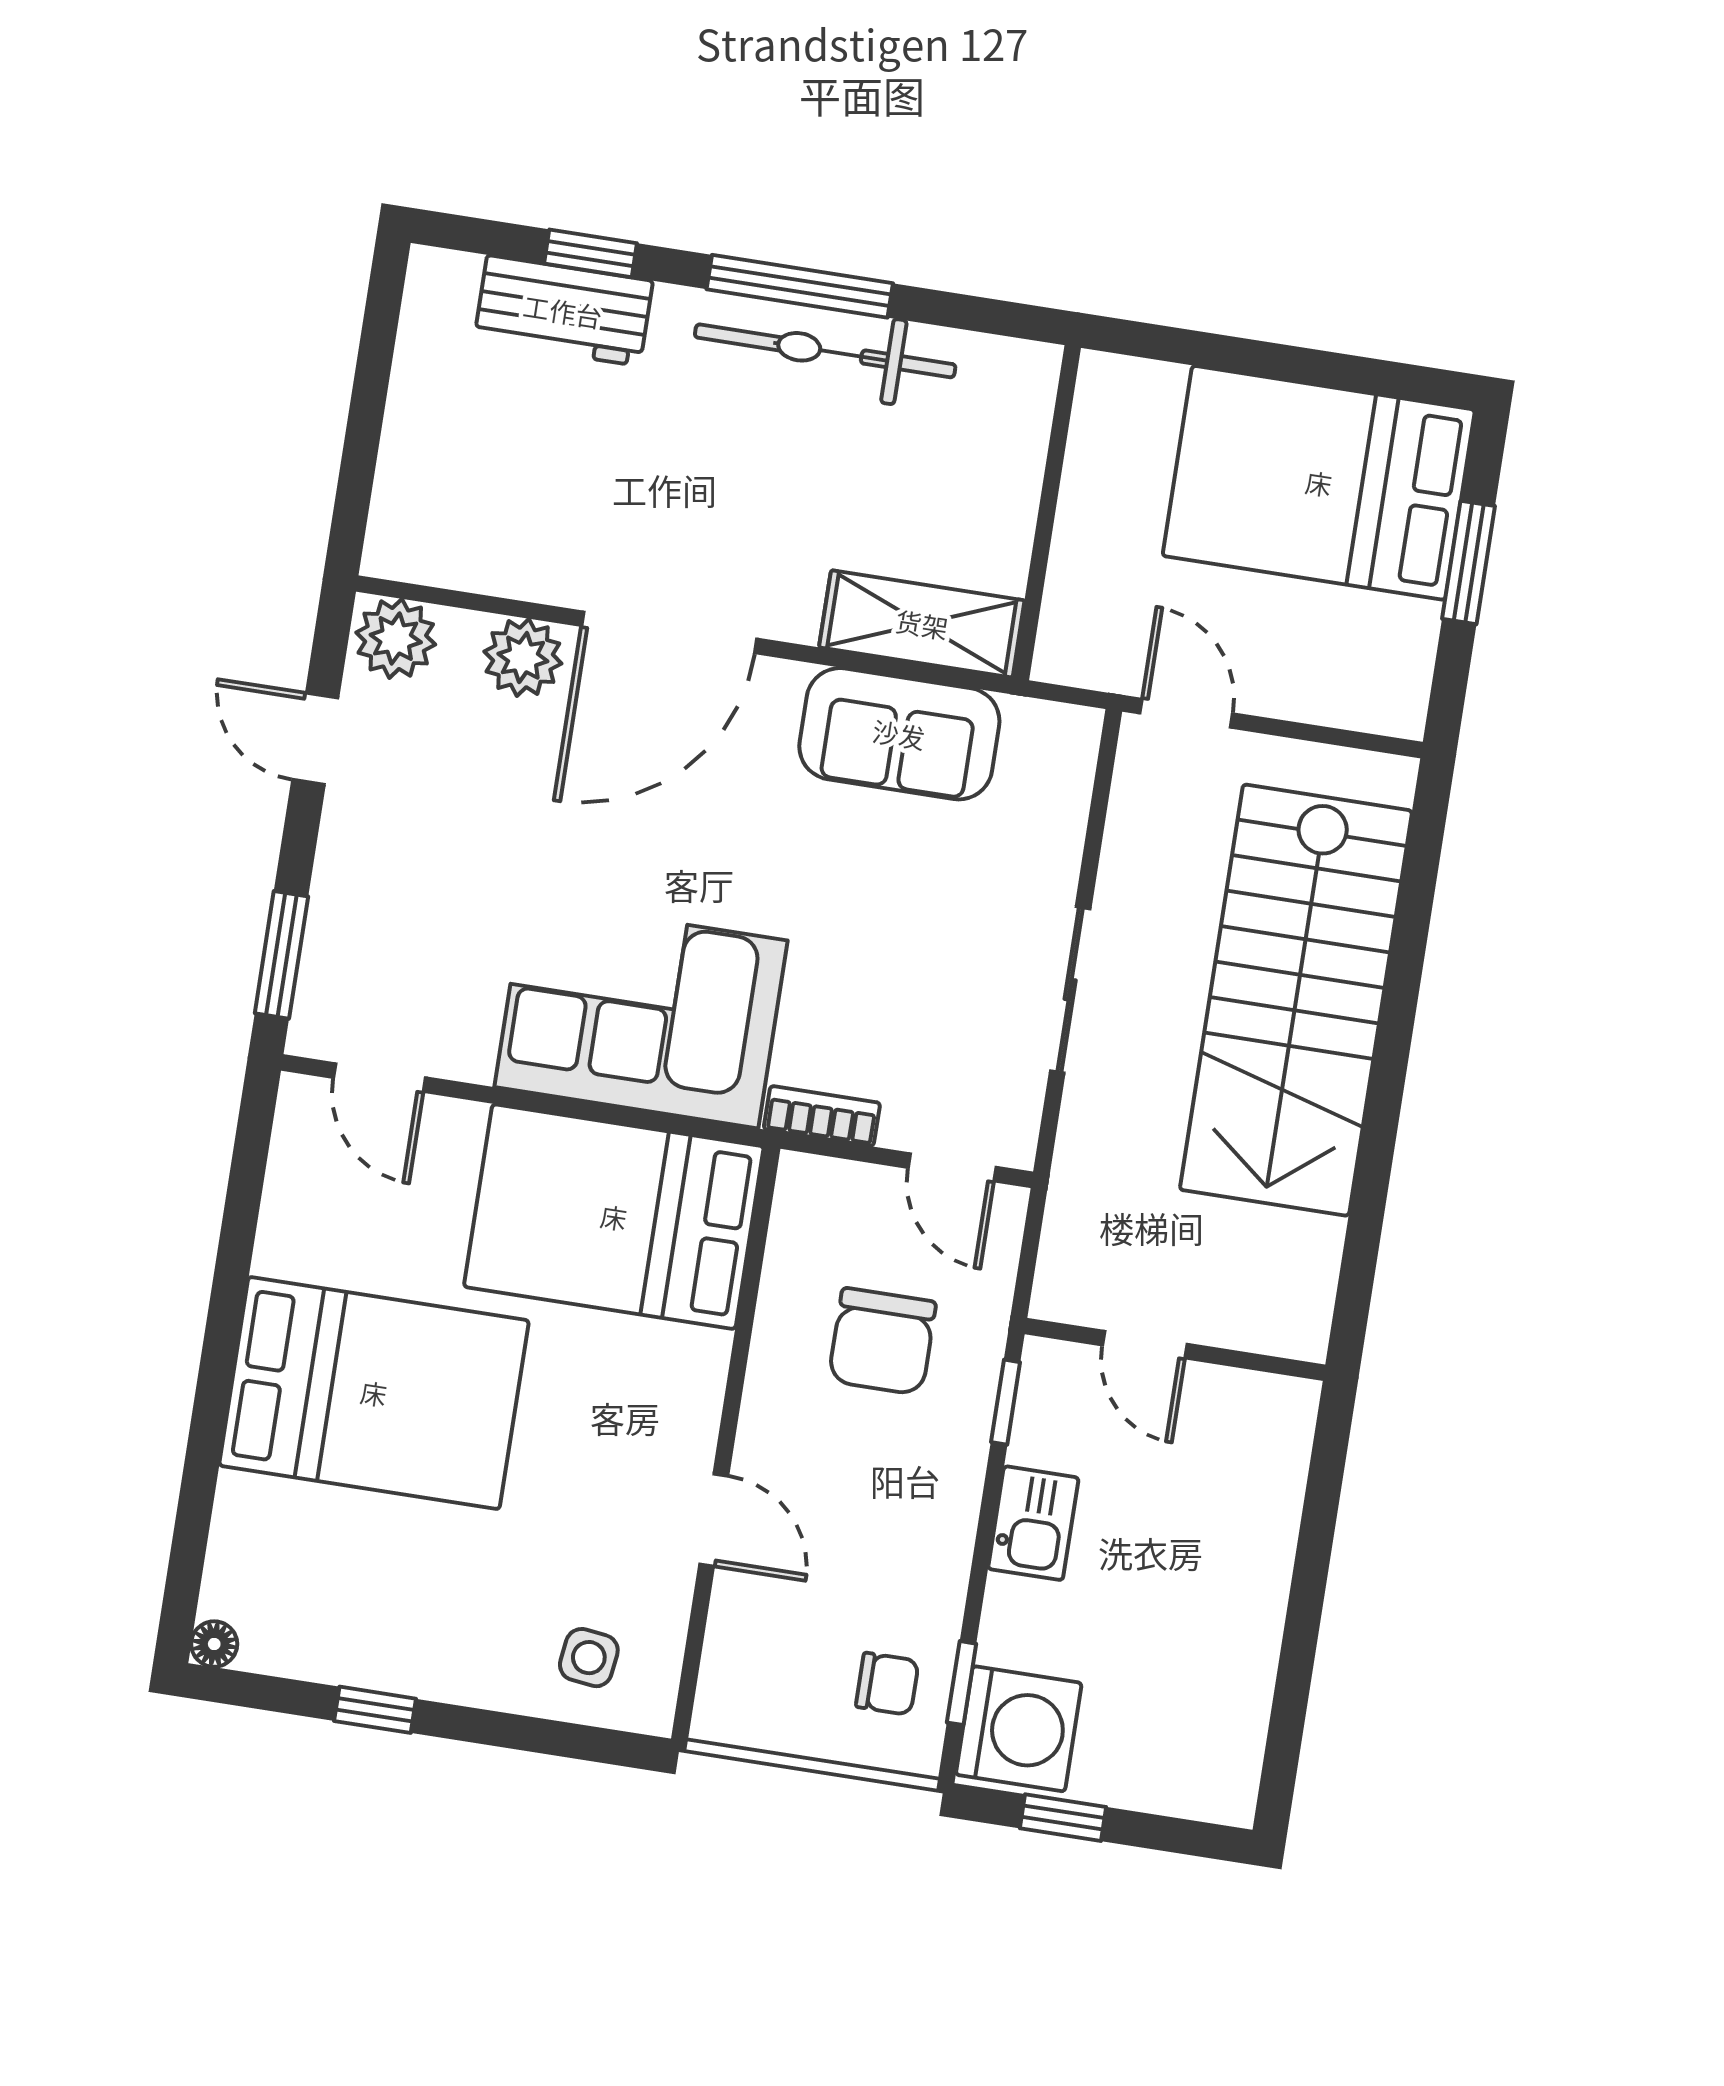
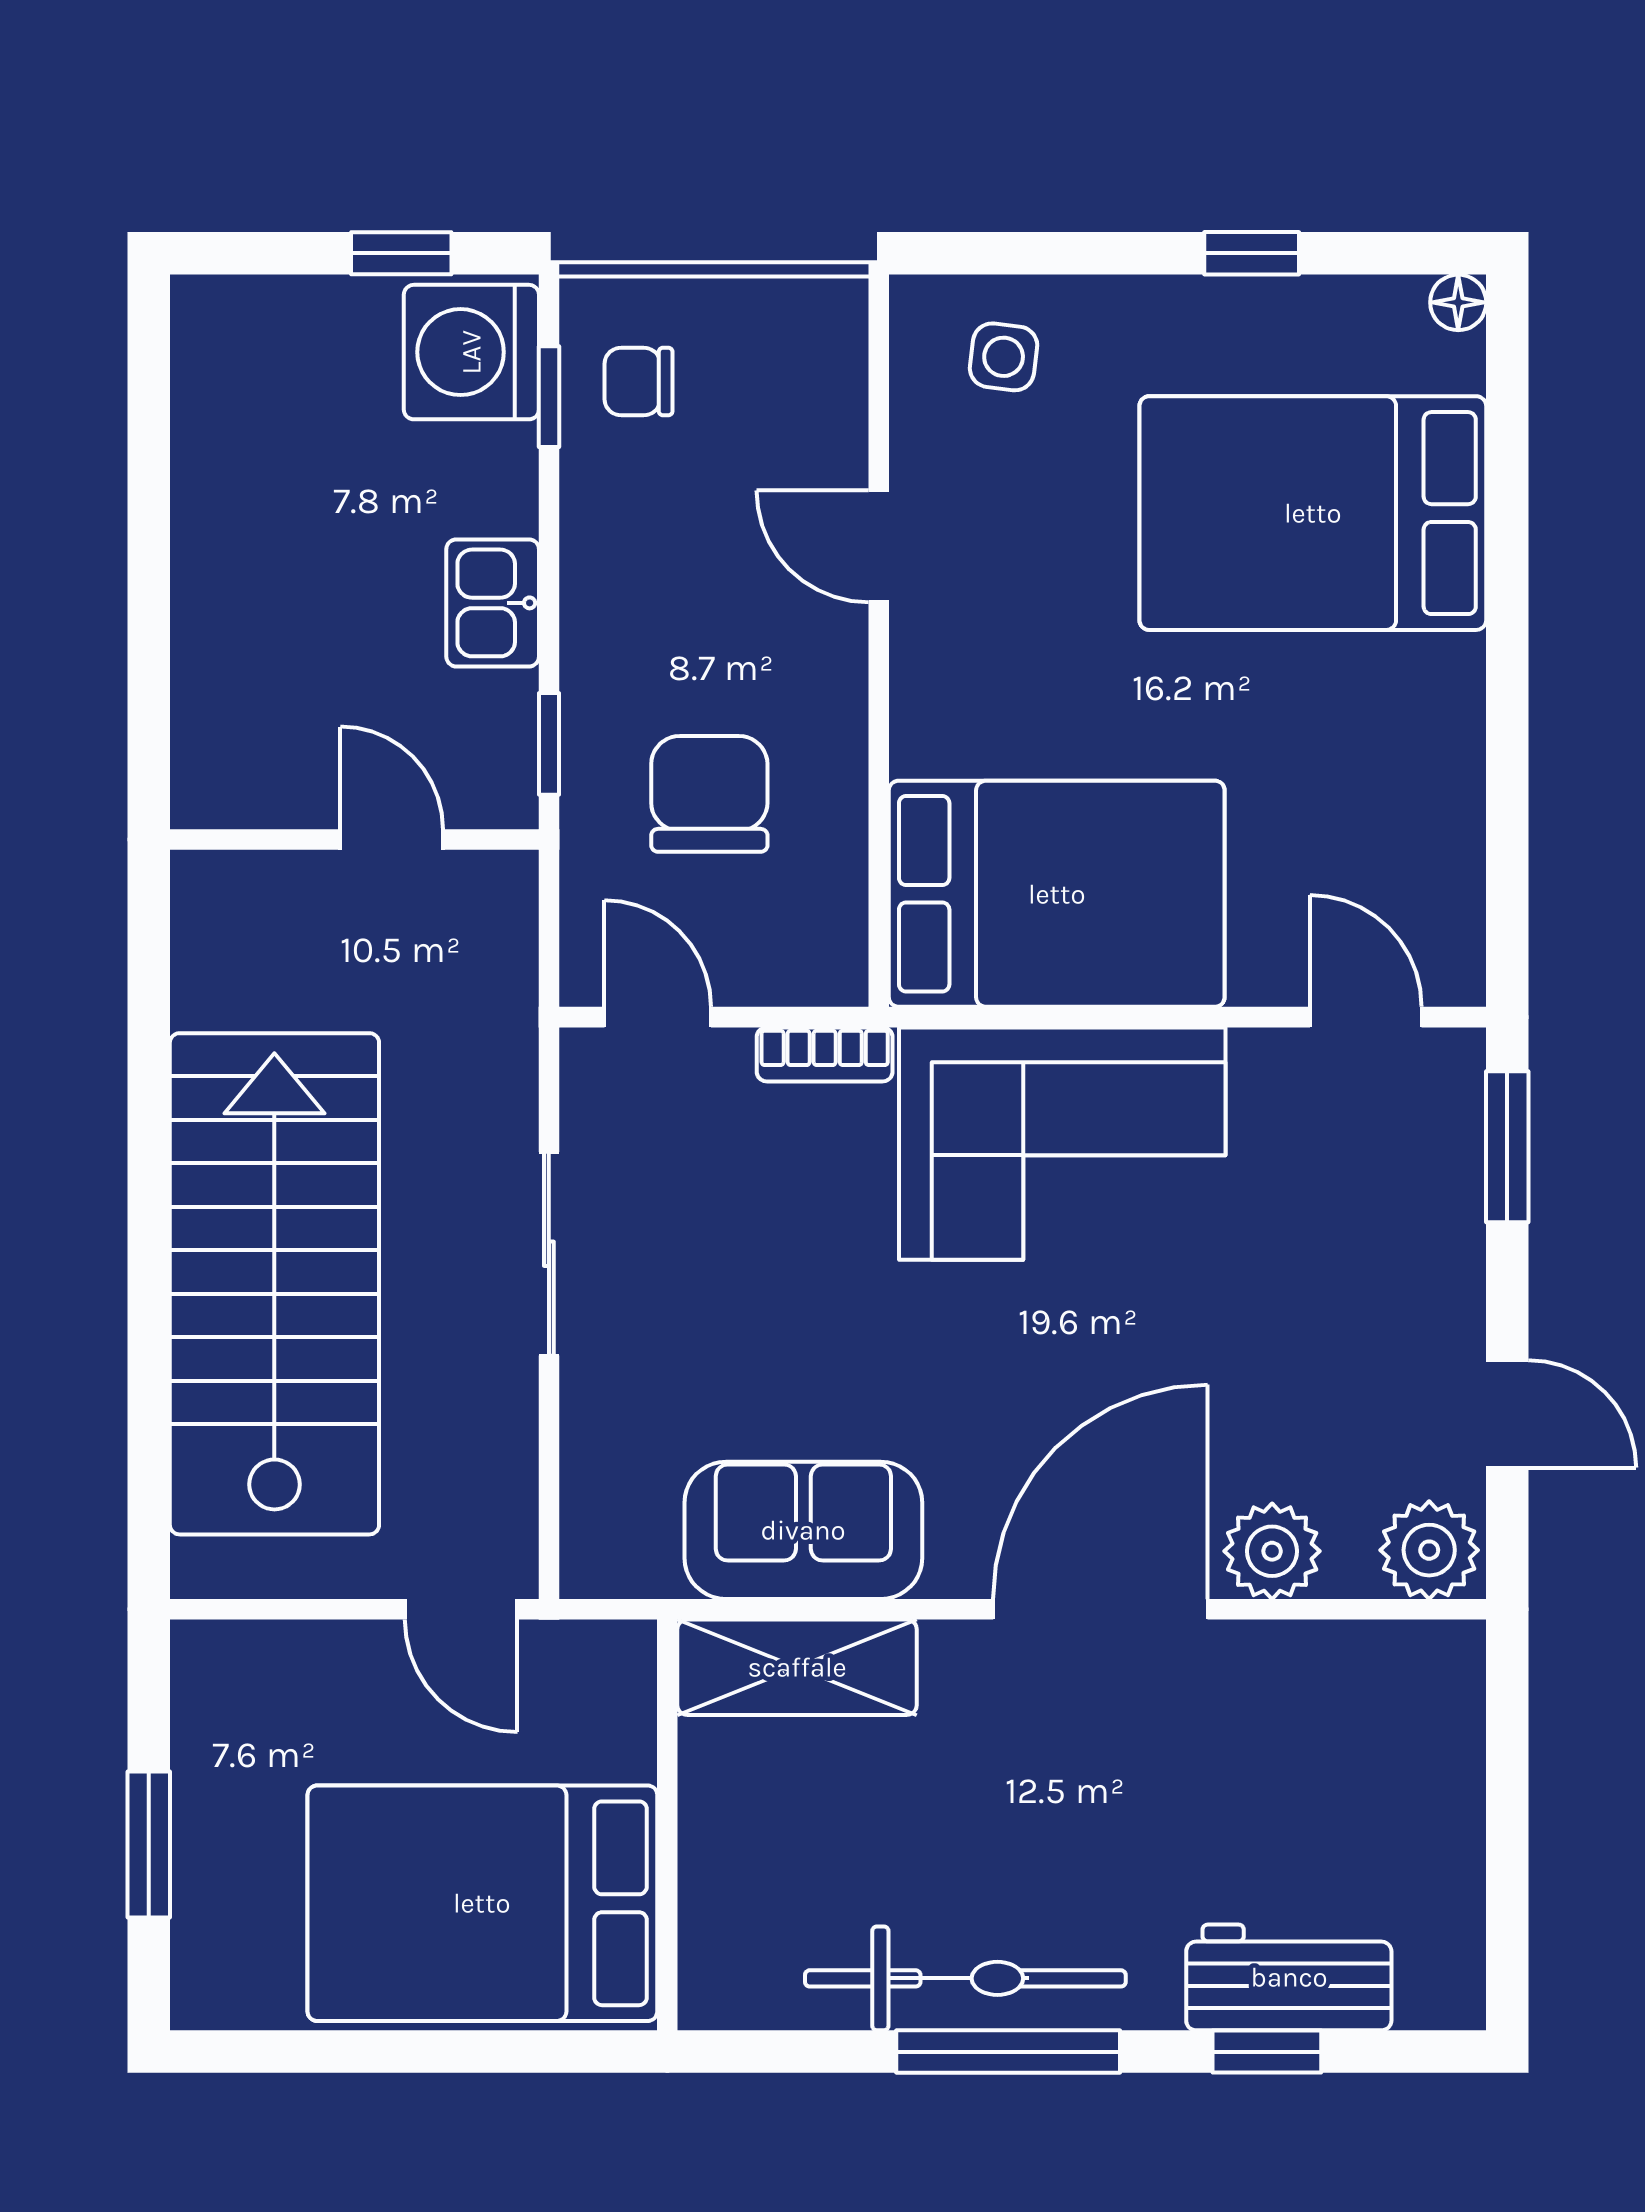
bed: (1319, 483) -> (482, 1903), moved, turned 180
bed: (374, 1393) -> (1313, 513), moved

